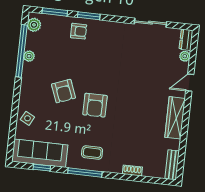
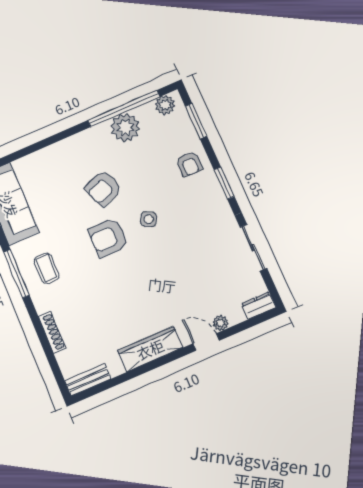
window: (89, 16) -> (224, 183), moved
plant: (29, 56) -> (125, 127), width x1.87, depth x1.87
plant: (185, 56) -> (220, 323), moved
side table: (27, 118) -> (149, 219), moved
shoe rack: (132, 171) -> (52, 332), width x1.43

